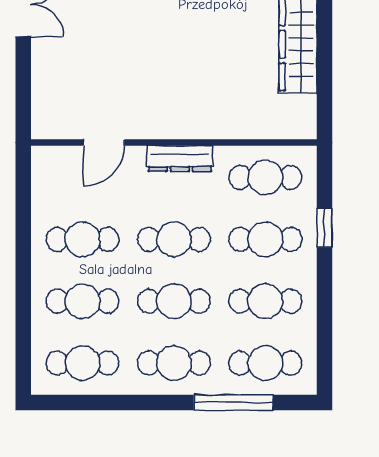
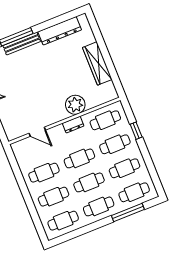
plant: (212, 116) -> (75, 105), added
door: (104, 142) -> (37, 132), hinge flipped
dresser: (180, 158) -> (73, 125), width x0.70

